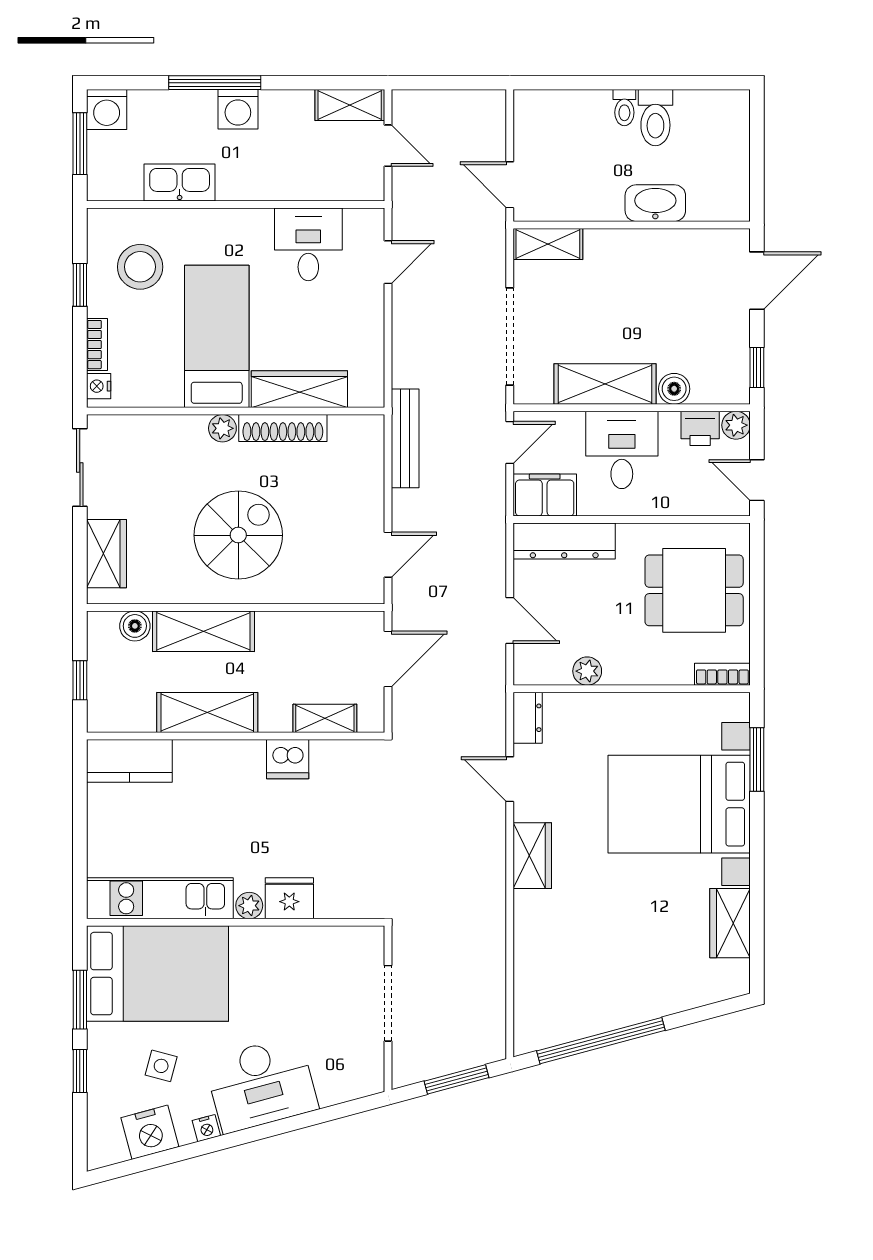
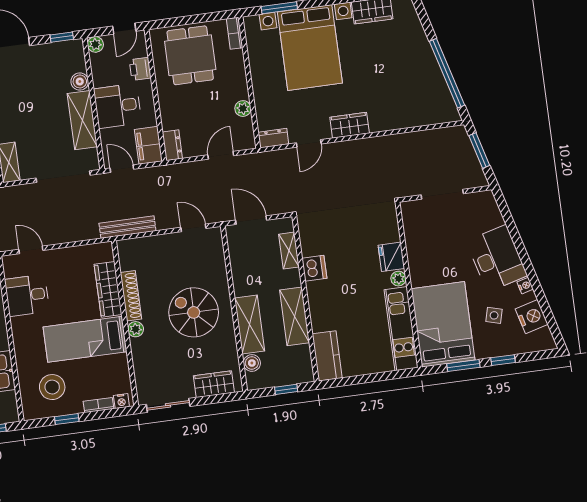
printer: (700, 428) -> (140, 69), moved, turned 180
dresser: (564, 541) -> (172, 145), width x0.51, depth x0.80

